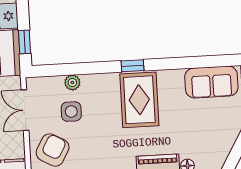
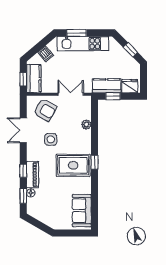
side table: (71, 112) -> (51, 139), moved

